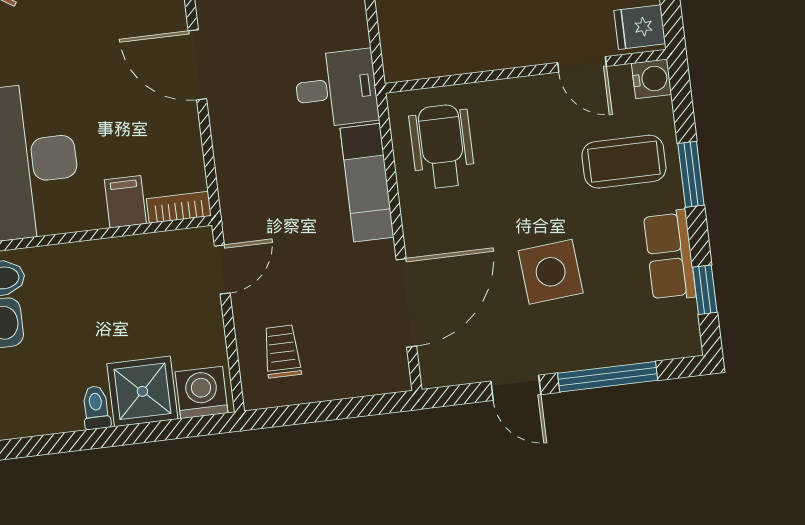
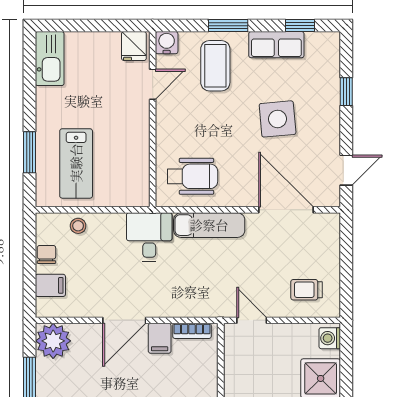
wheelchair: (442, 146) -> (192, 176), turned 180
filing cabinet: (125, 202) -> (160, 338), moved, turned -90
bookcase: (179, 207) -> (192, 331), moved, turned -90
window: (608, 377) -> (346, 92), width x0.46
door: (516, 388) -> (346, 170), moved
washing machine: (202, 392) -> (330, 338), width x0.73, depth x0.73

